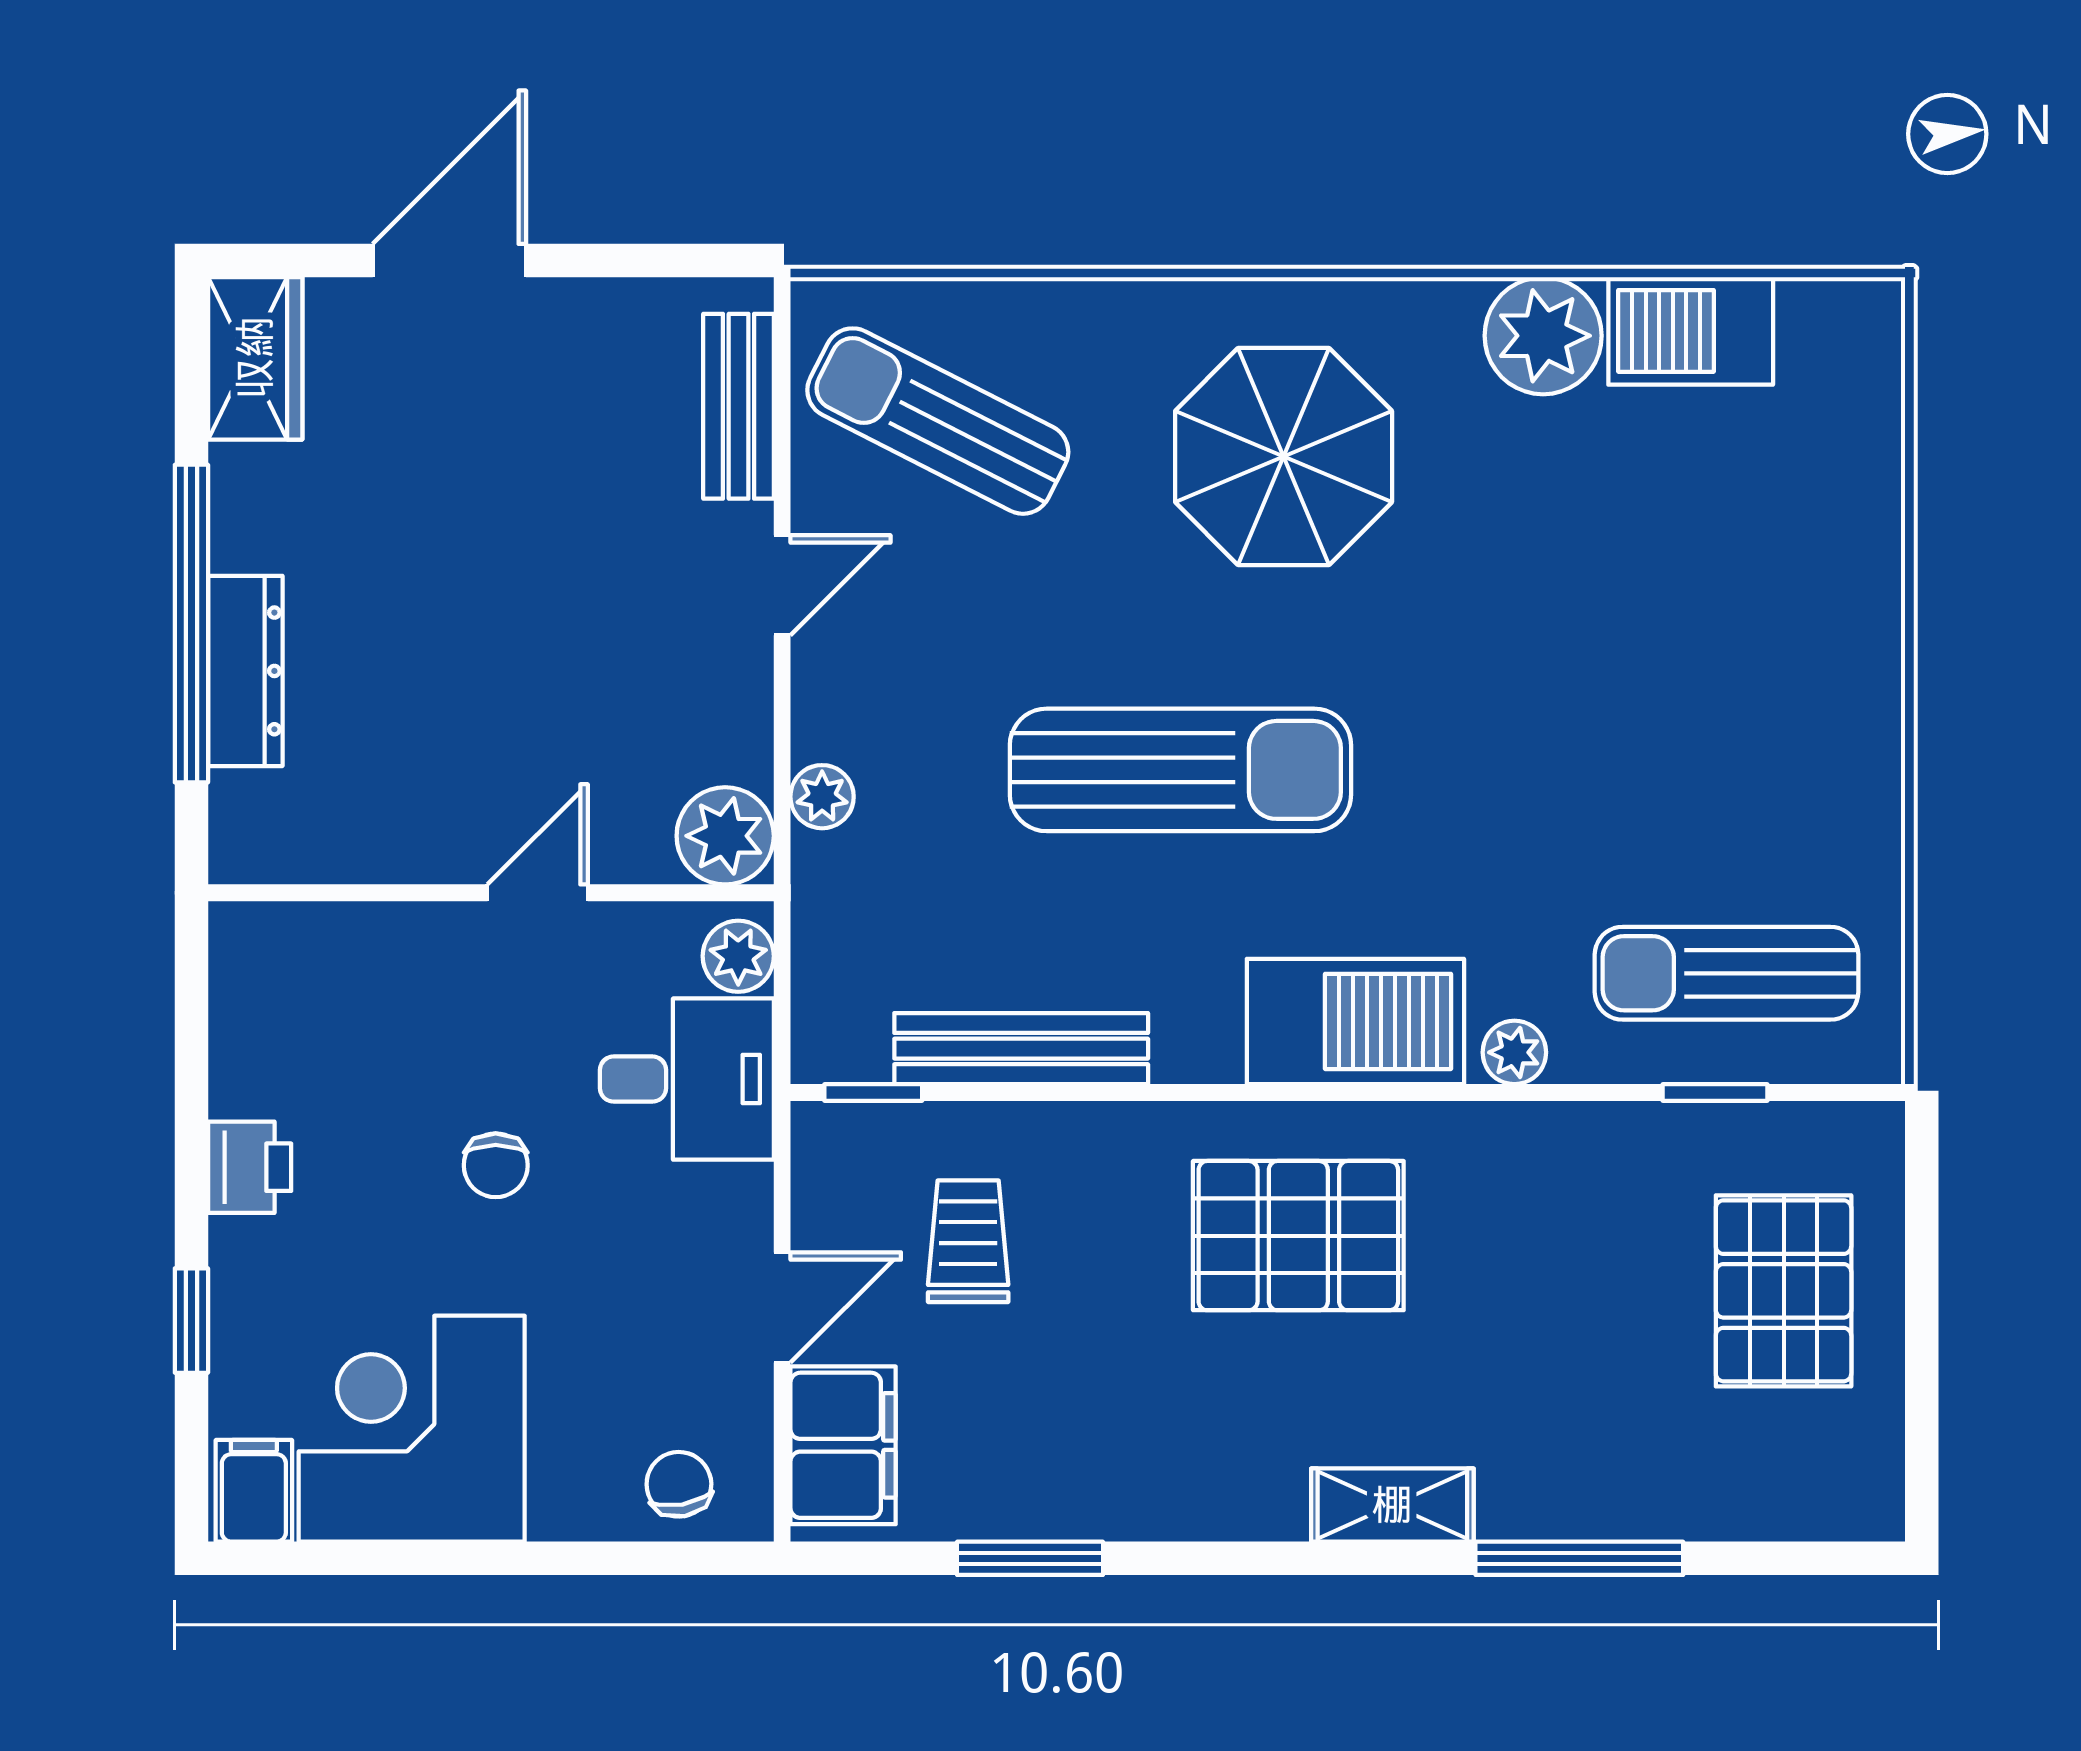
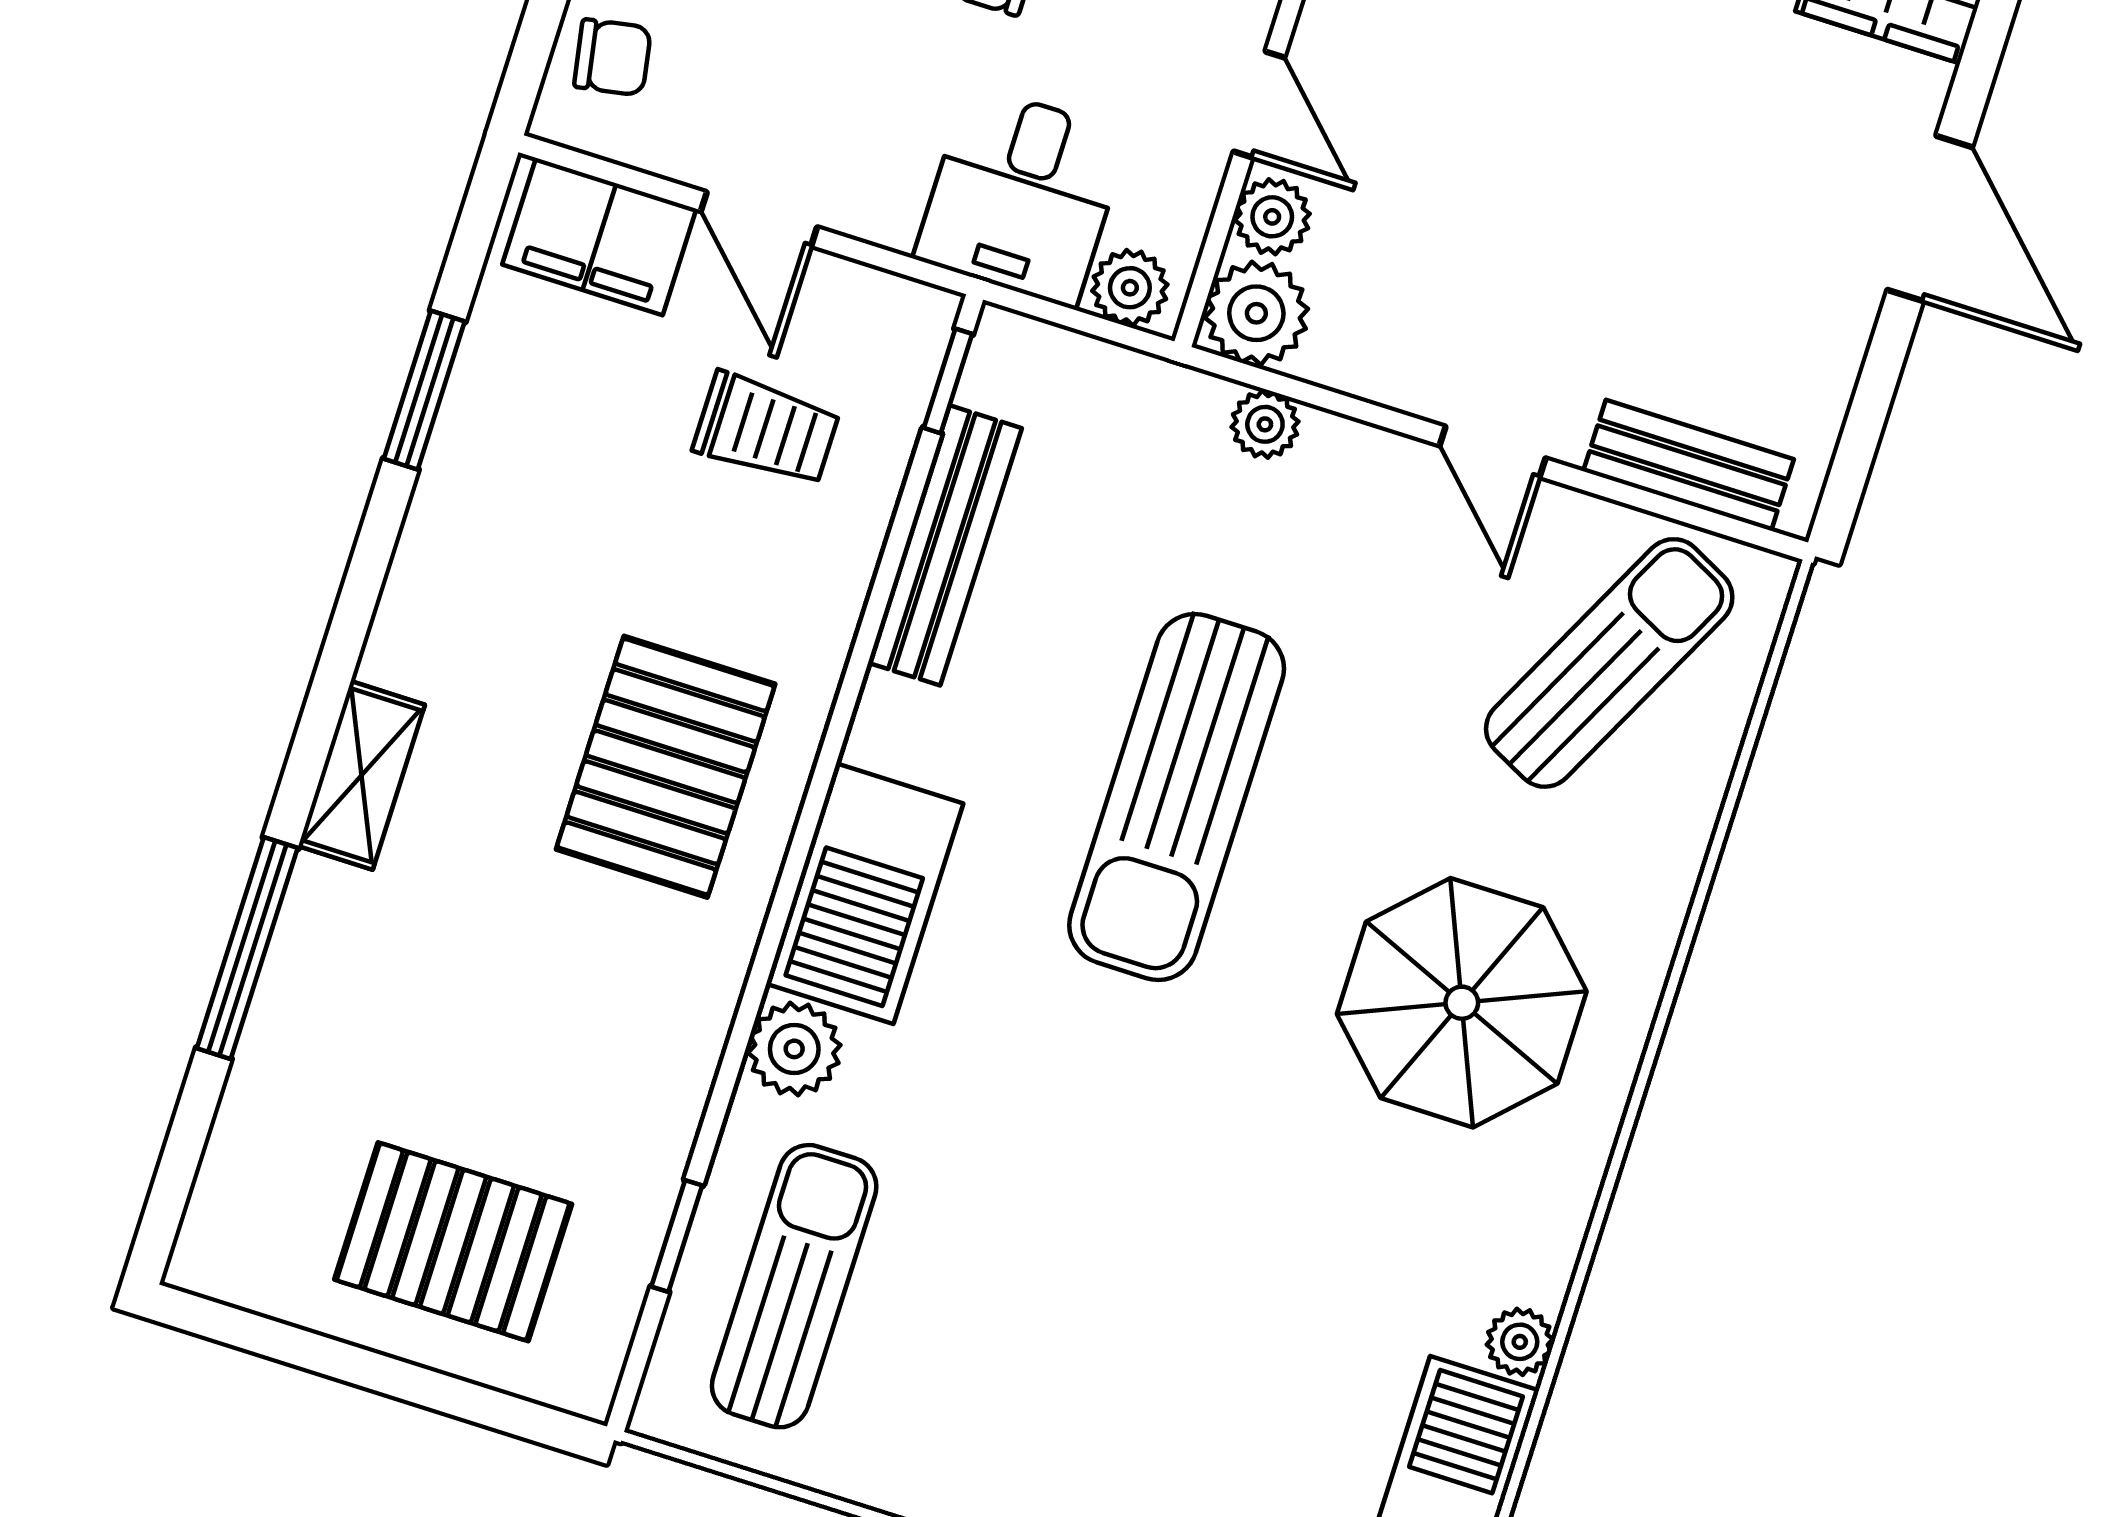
plant: (1543, 336) -> (1520, 1342), width x0.53, depth x0.53
plant: (634, 849) -> (1272, 217), added
plant: (1514, 1052) -> (794, 1049), width x1.38, depth x1.38

